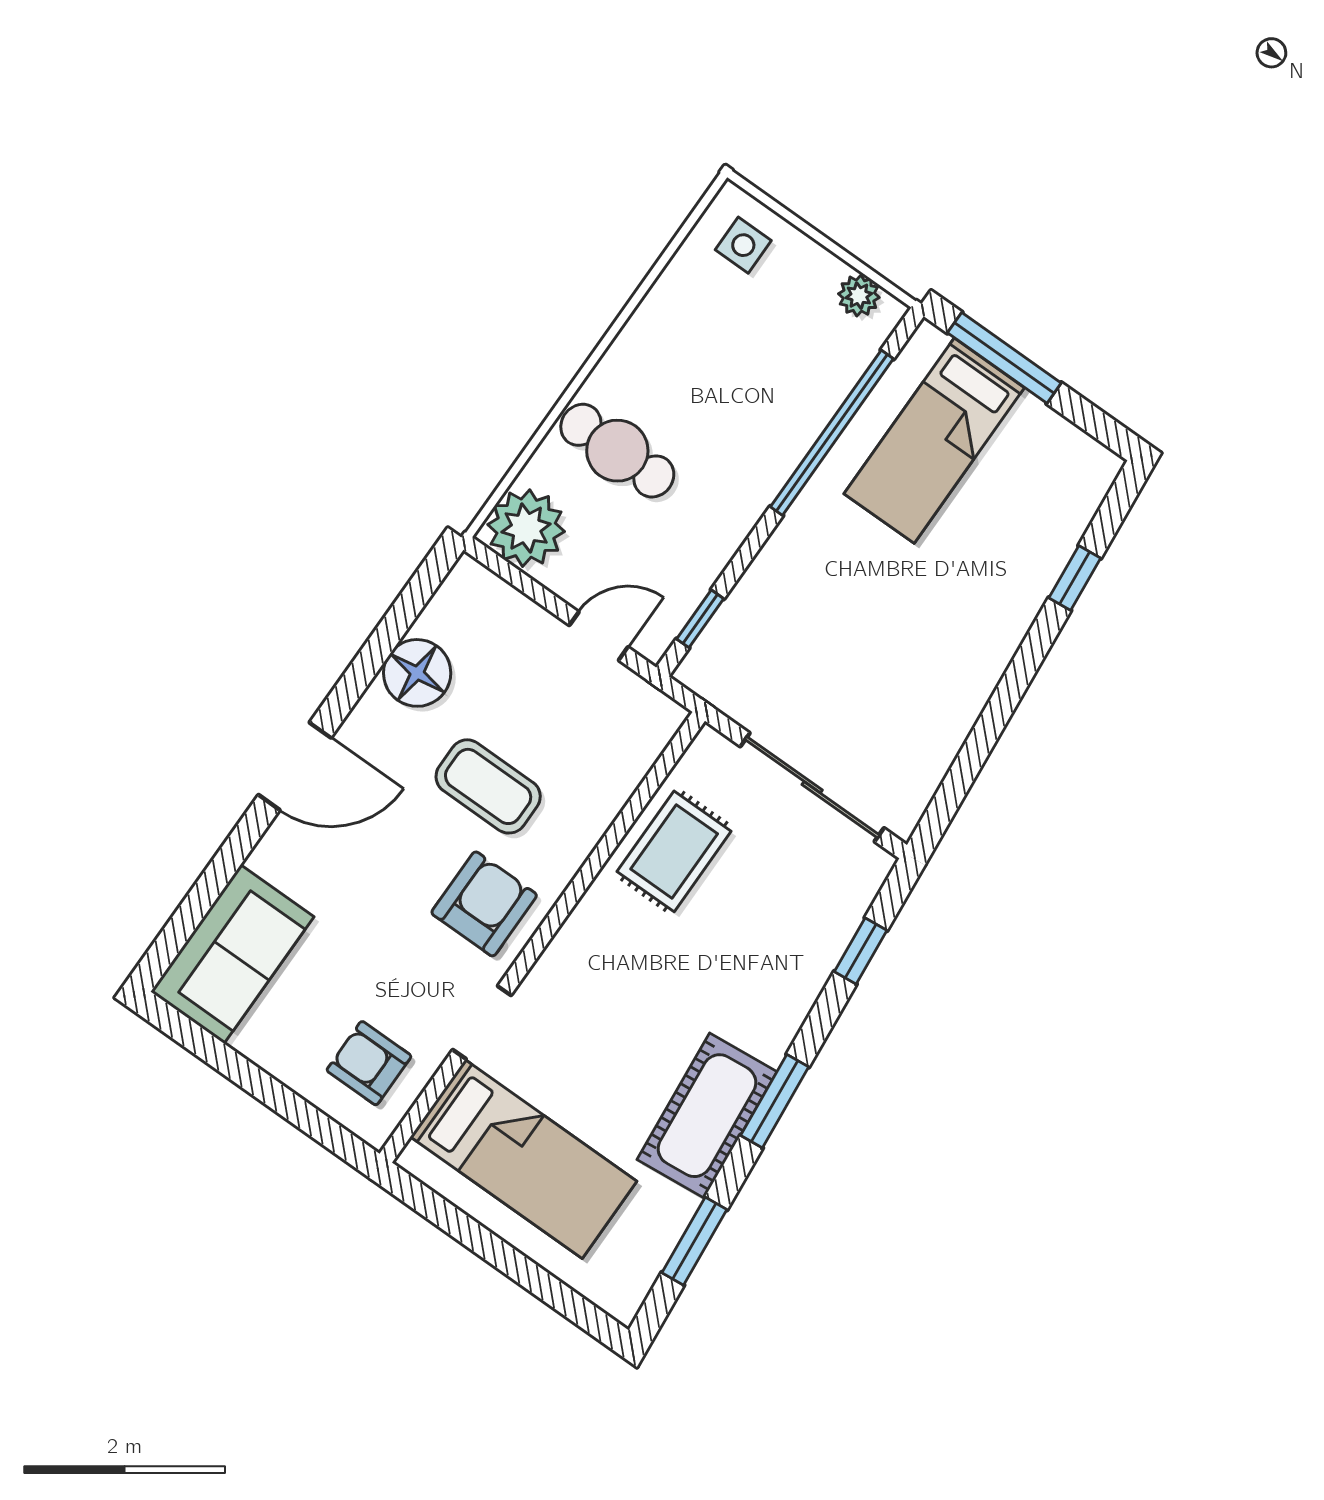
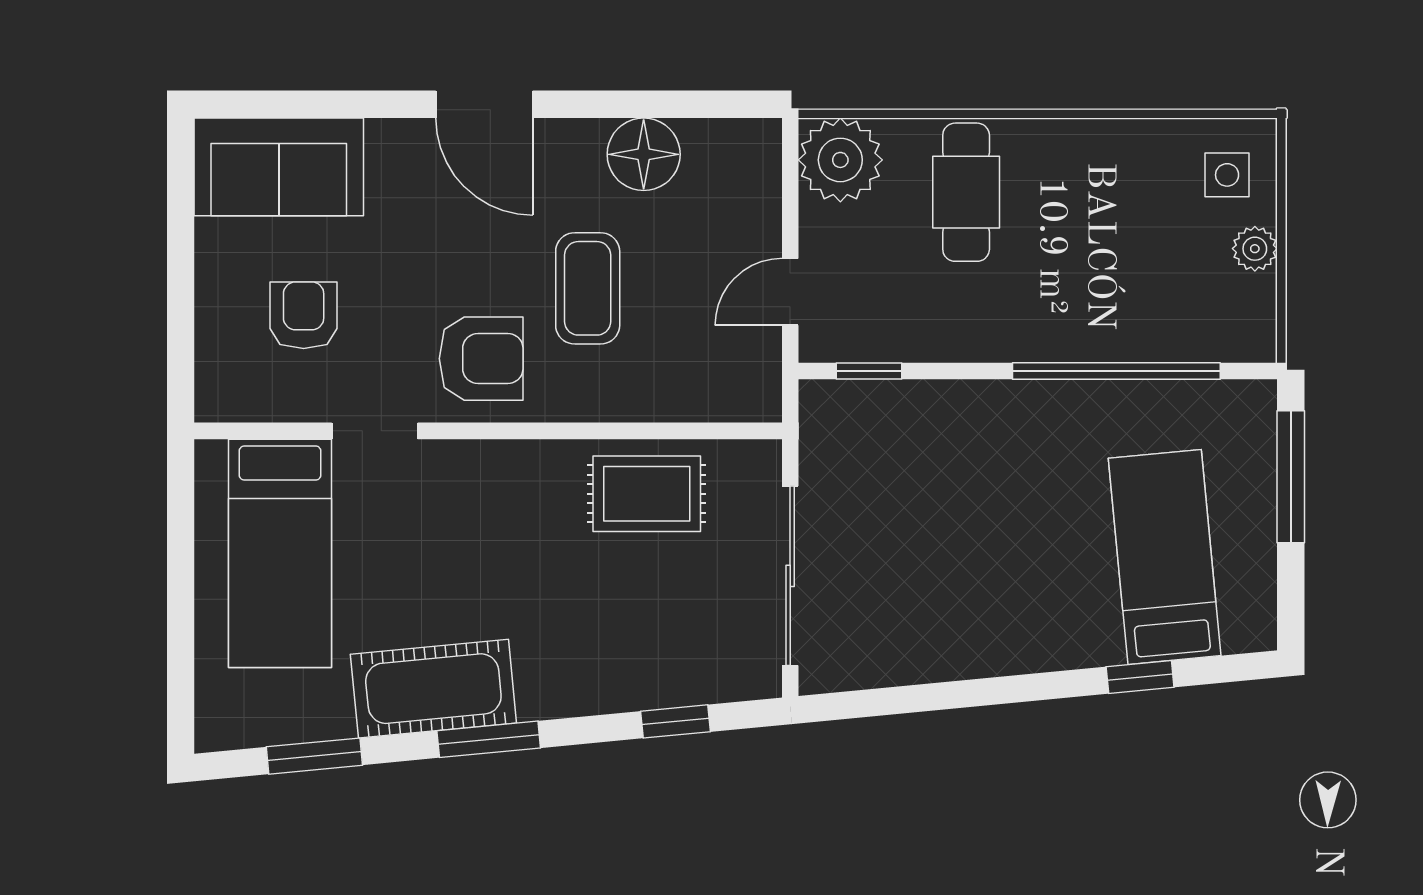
plant: (859, 296) -> (1255, 249), moved
bed: (934, 441) -> (1165, 557), moved, turned 85
door: (599, 636) -> (790, 292), swing flipped
armchair: (369, 1063) -> (304, 315), moved

